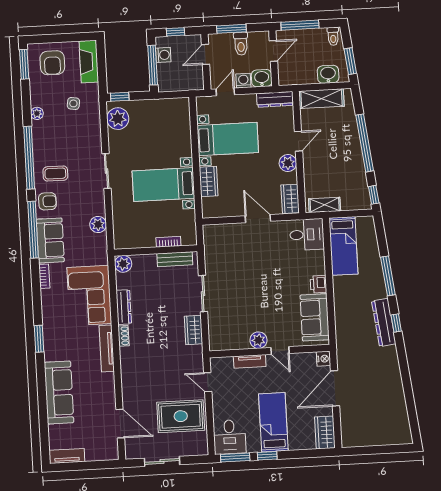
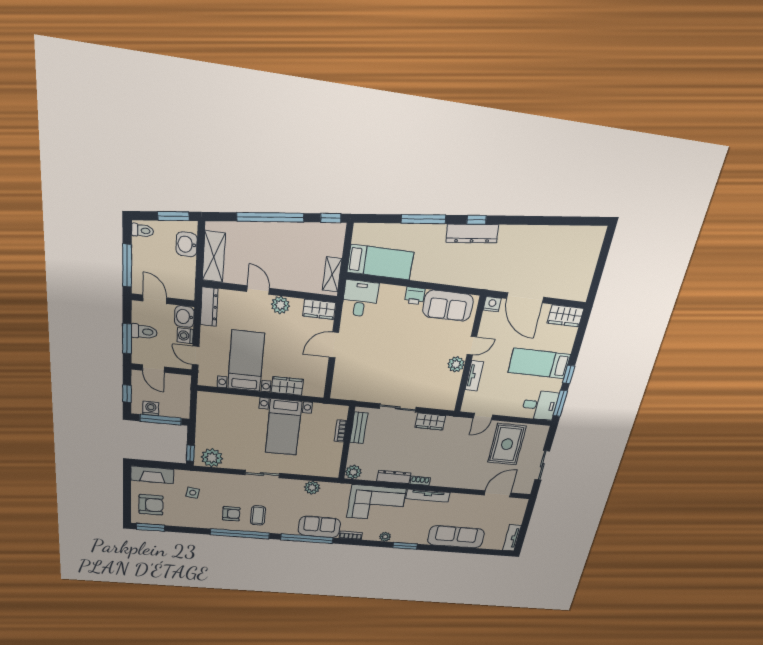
plant: (37, 113) -> (385, 537), moved
armchair: (47, 201) -> (231, 514), moved, turned 90

